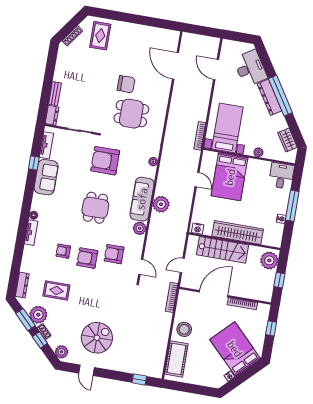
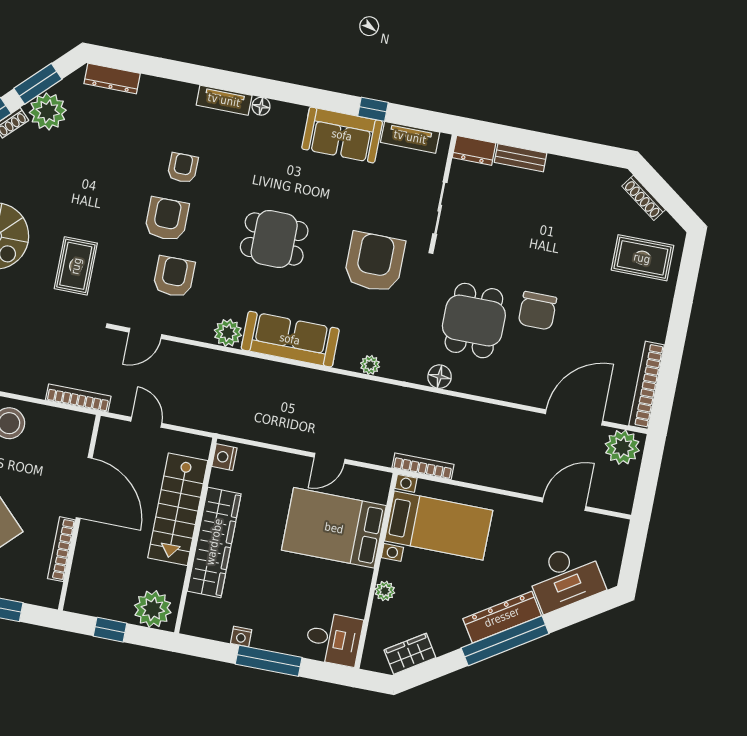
bookcase: (160, 32) -> (647, 385), added
floor lamp: (158, 129) -> (440, 377), added
plant: (161, 204) -> (622, 447), moved
rug: (56, 290) -> (76, 266), moved

